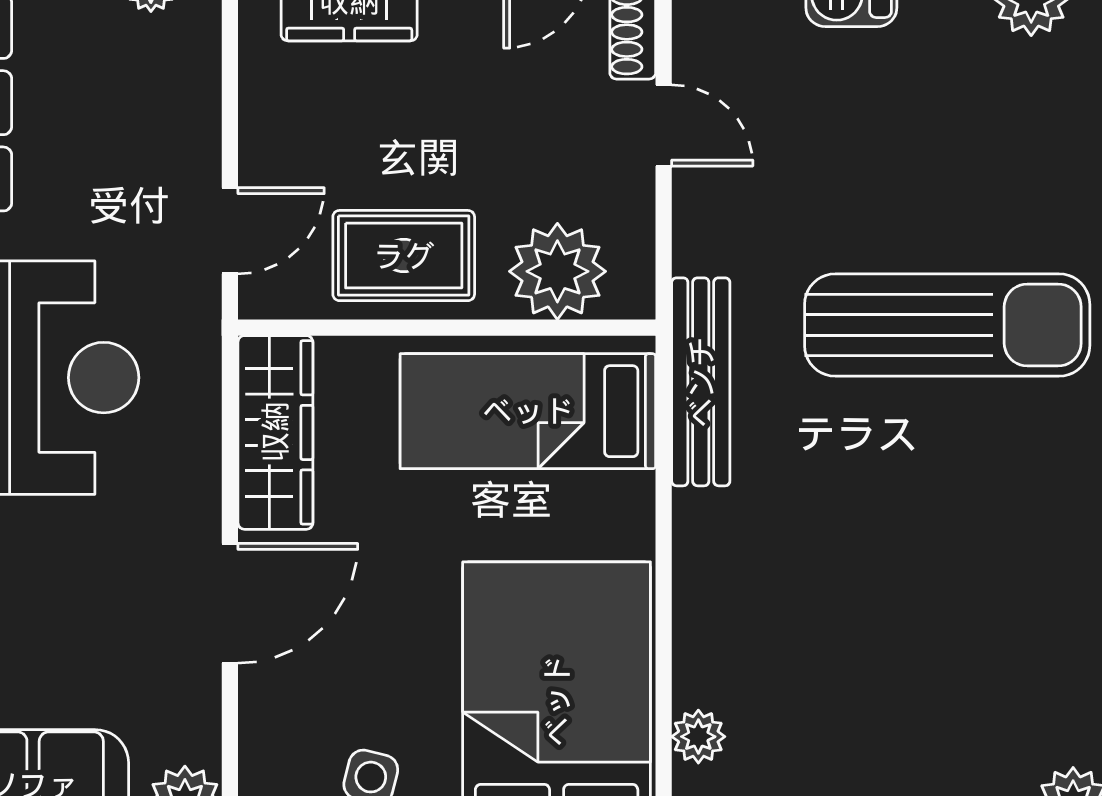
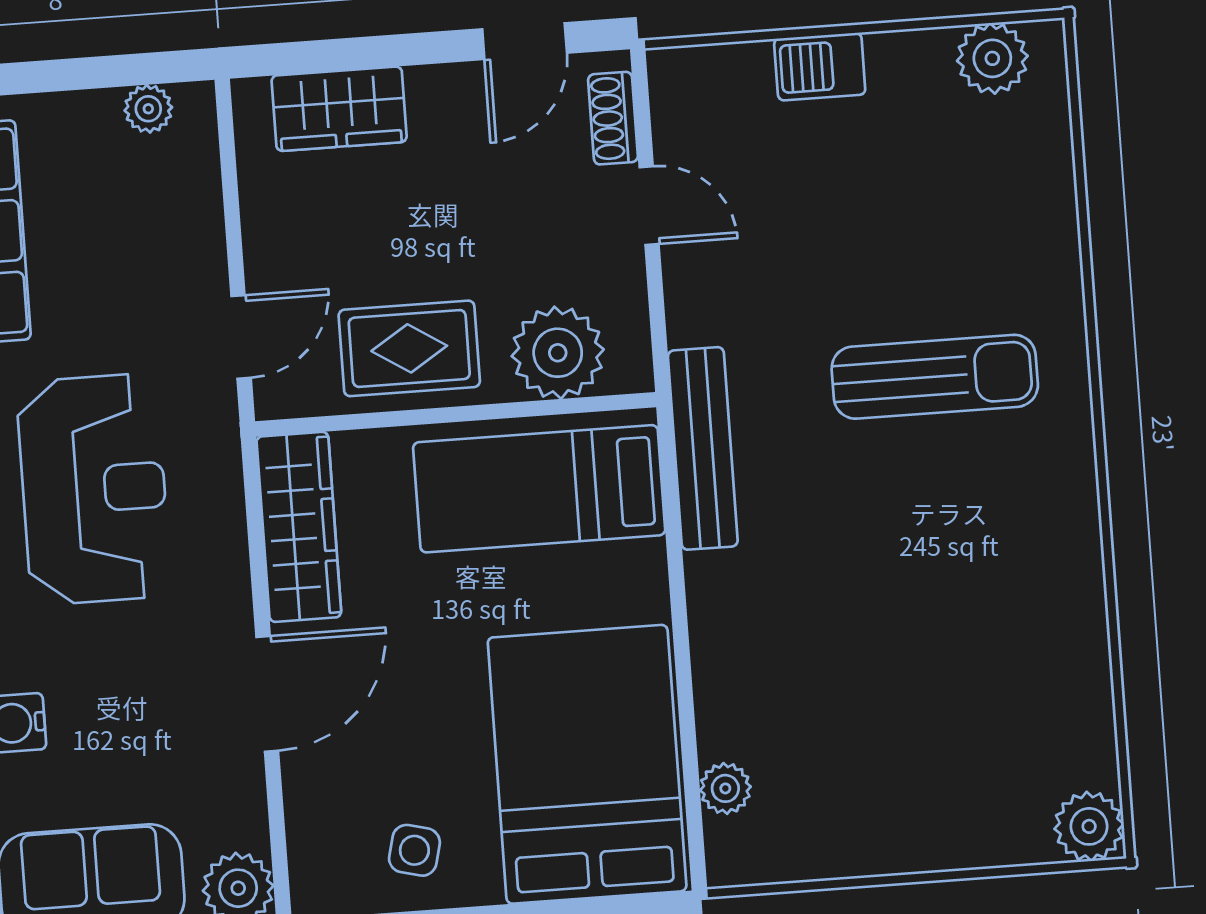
sun lounger: (947, 325) -> (935, 377), width x0.73, depth x0.75

